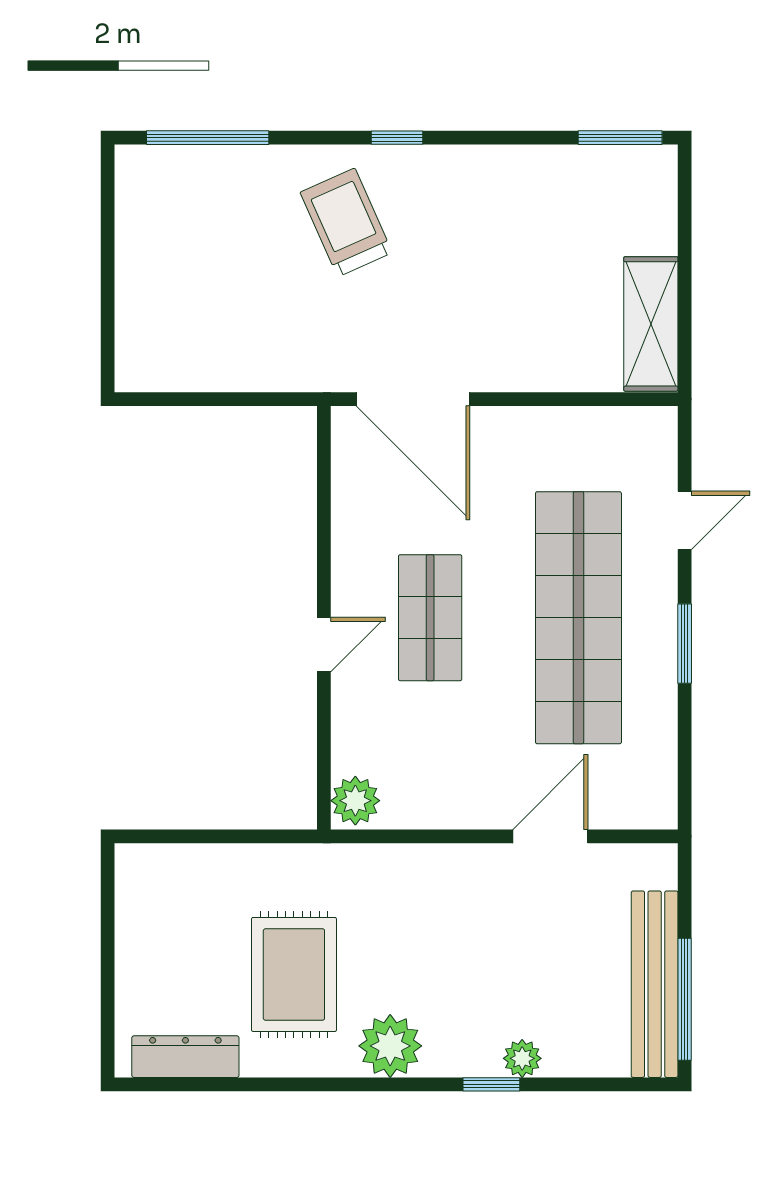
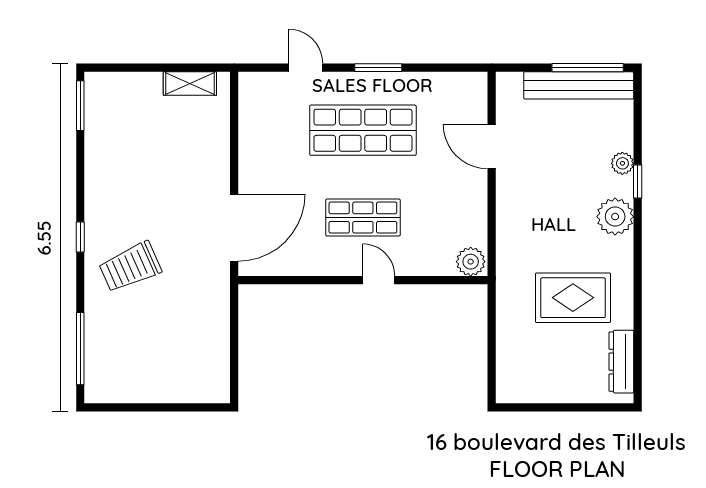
shelving: (651, 324) -> (190, 84), width x0.67, depth x0.75
shop shelf: (578, 618) -> (363, 130), width x0.71
plant: (390, 1046) -> (615, 217), moved

